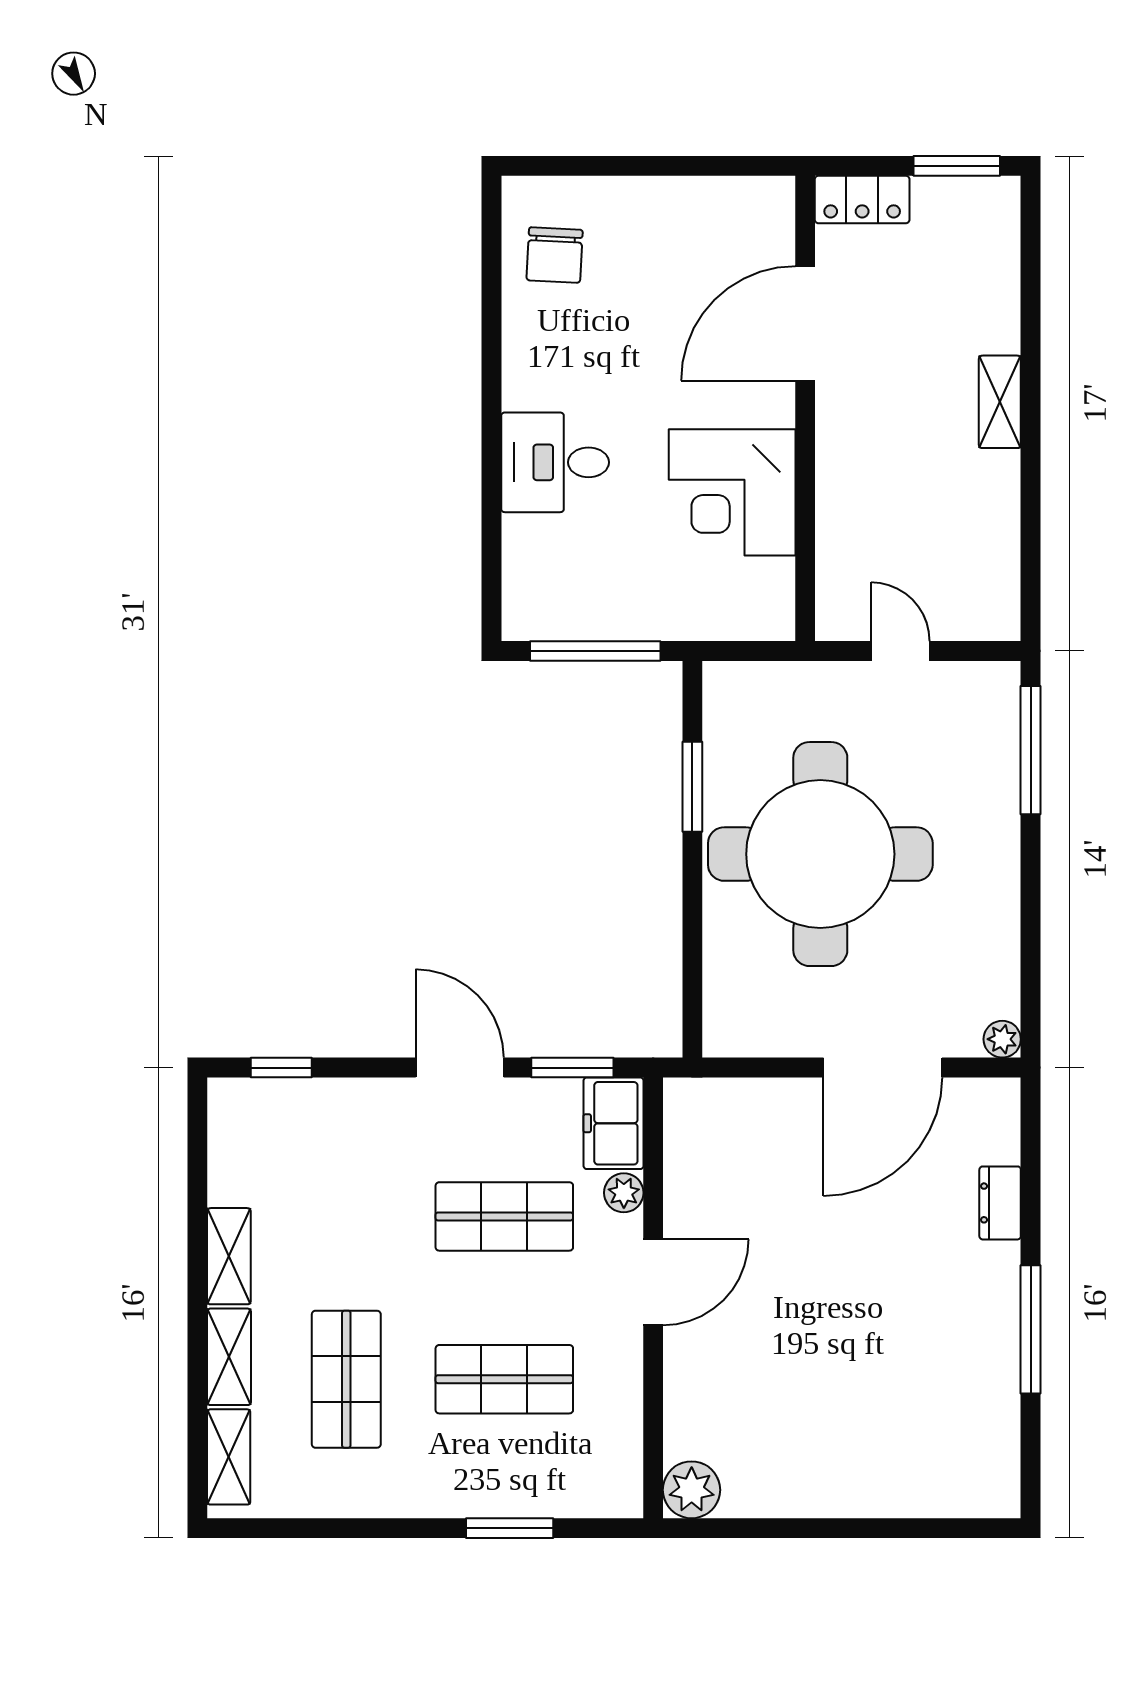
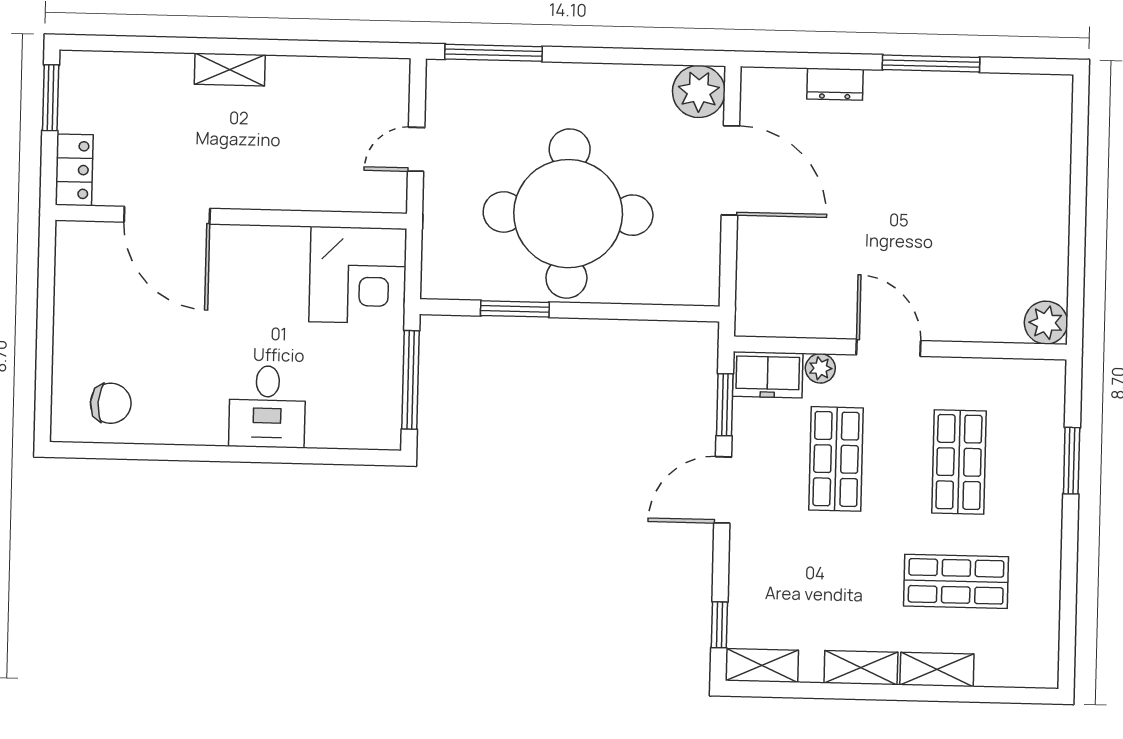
corner desk: (732, 492) -> (358, 275), moved
plant: (1002, 1039) -> (699, 91), width x1.88, depth x1.88
shelving: (229, 1457) -> (762, 665), moved

